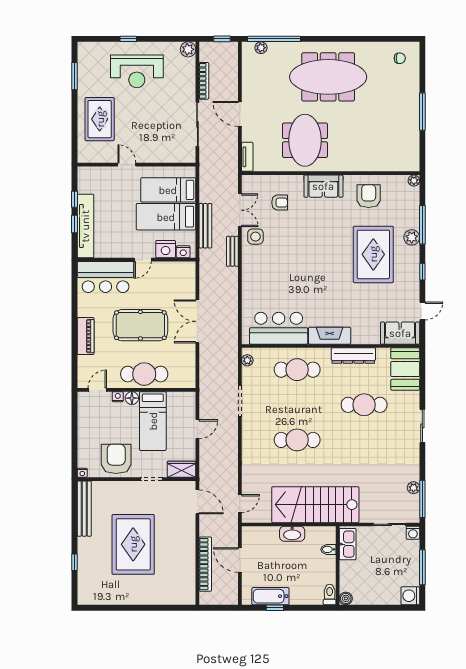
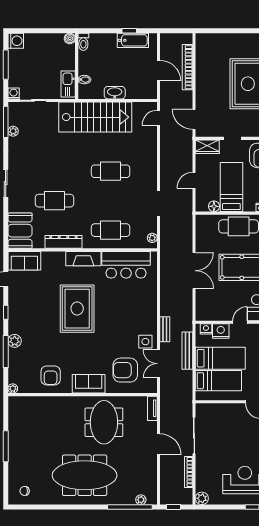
armchair: (280, 203) -> (125, 370), width x1.88, depth x1.88
rug: (373, 254) -> (77, 309), moved
floor lamp: (132, 398) -> (214, 206), moved

